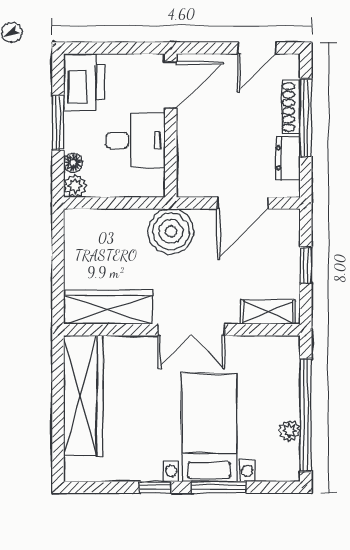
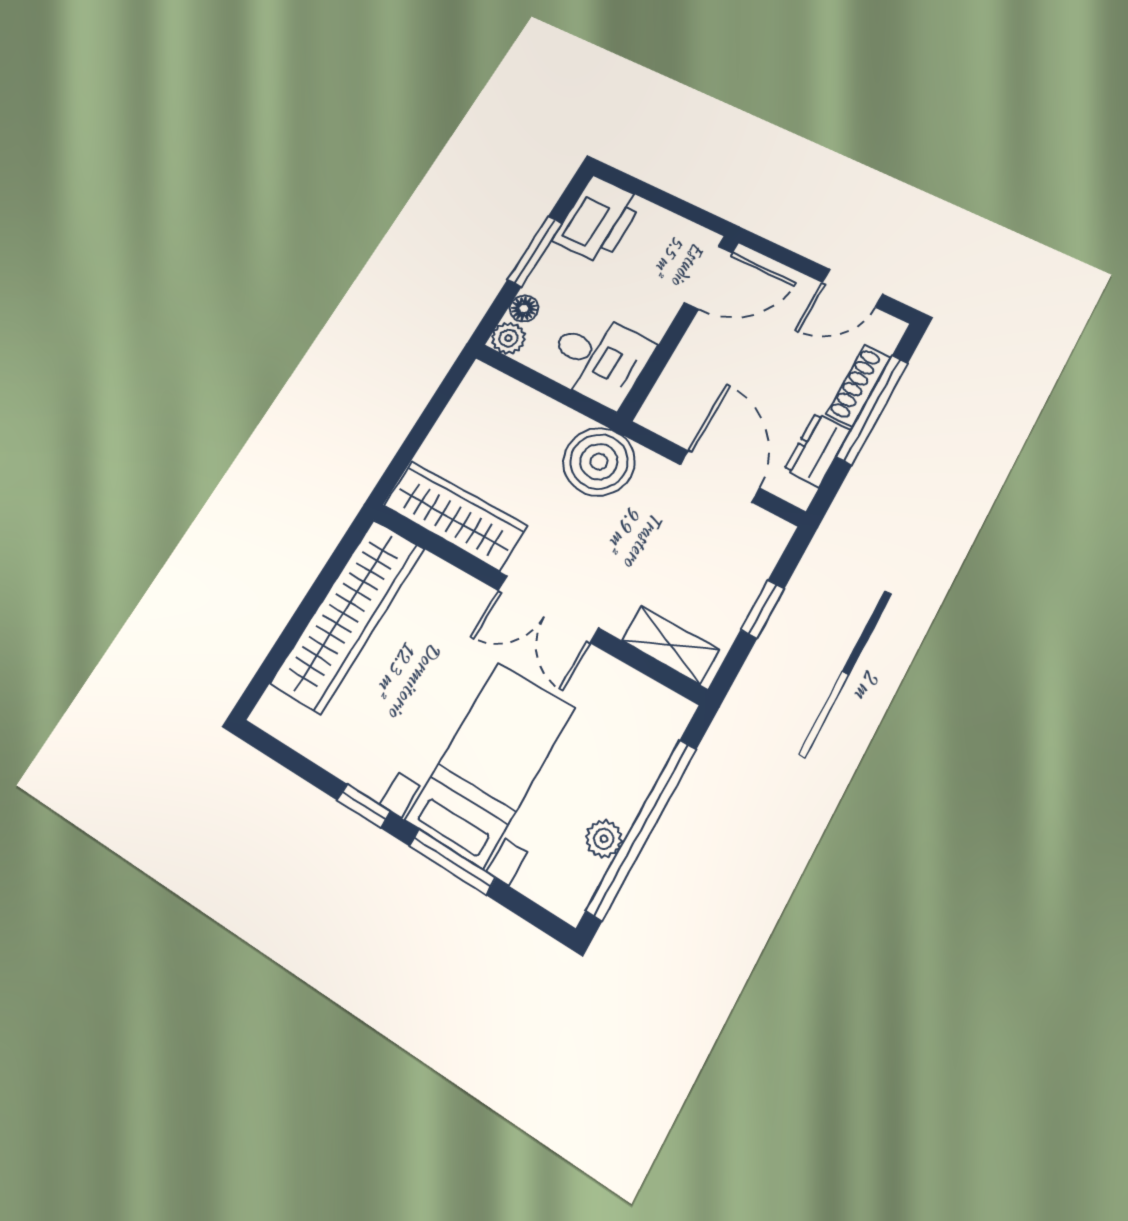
desk: (135, 140) -> (599, 359), moved
door: (243, 203) -> (720, 476), swing flipped

